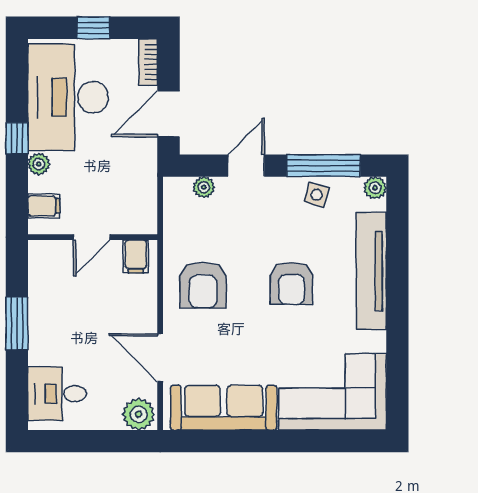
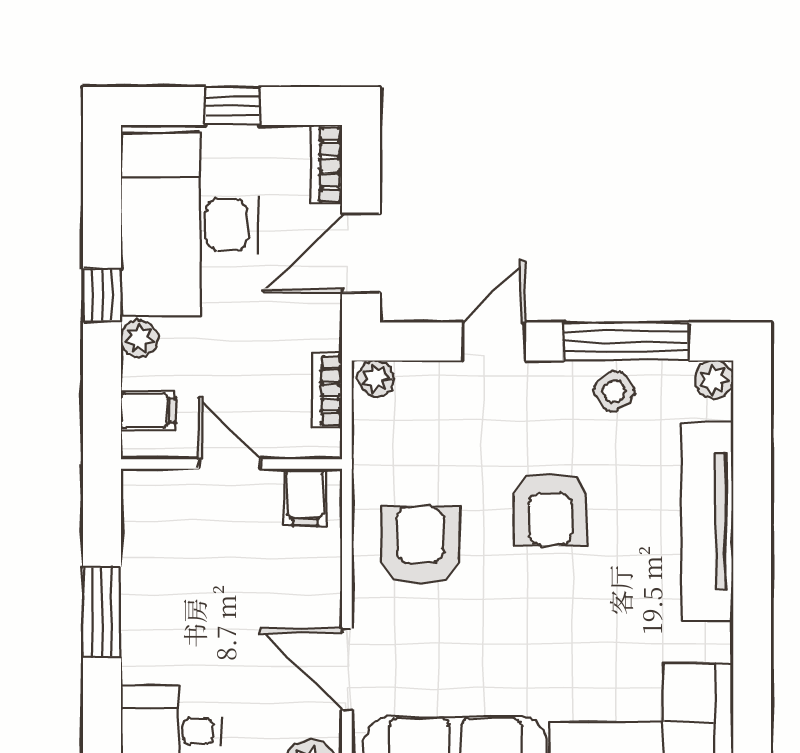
plant: (204, 187) -> (376, 378), moved
bookcase: (149, 194) -> (327, 390), added
side table: (317, 195) -> (614, 391), turned 37
door: (92, 237) -> (230, 464), swing flipped
armchair: (291, 283) -> (550, 509), moved
armchair: (203, 285) -> (420, 546), turned 180

